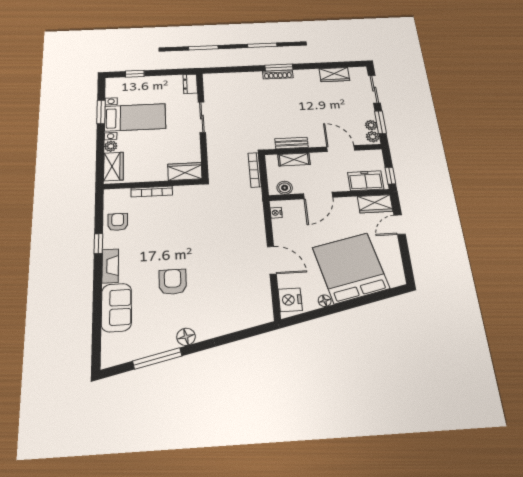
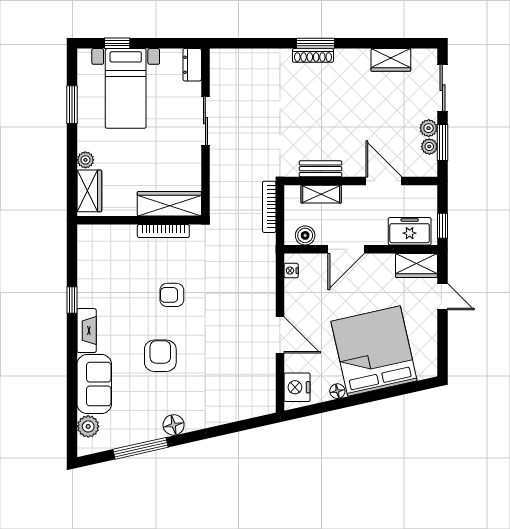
bed with nightstands: (135, 117) -> (126, 88), moved, turned 90
plant: (373, 137) -> (429, 128), moved
wardrobe: (185, 171) -> (169, 204), width x1.50
bookcase: (152, 192) -> (163, 231), moved
armchair: (118, 222) -> (172, 295), moved, turned -90
door: (400, 225) -> (442, 297), swing flipped
plant: (111, 343) -> (88, 426), added

